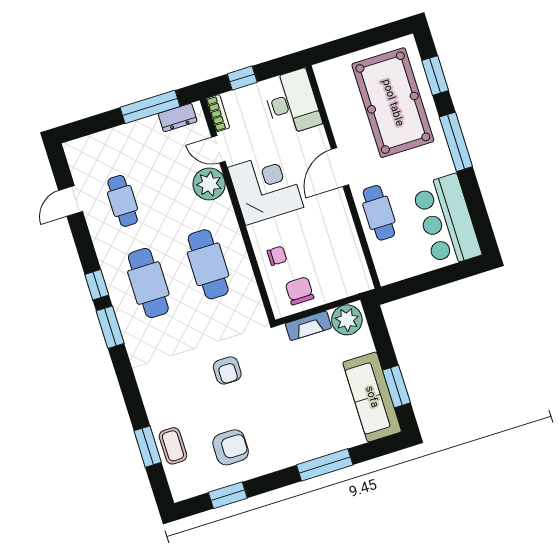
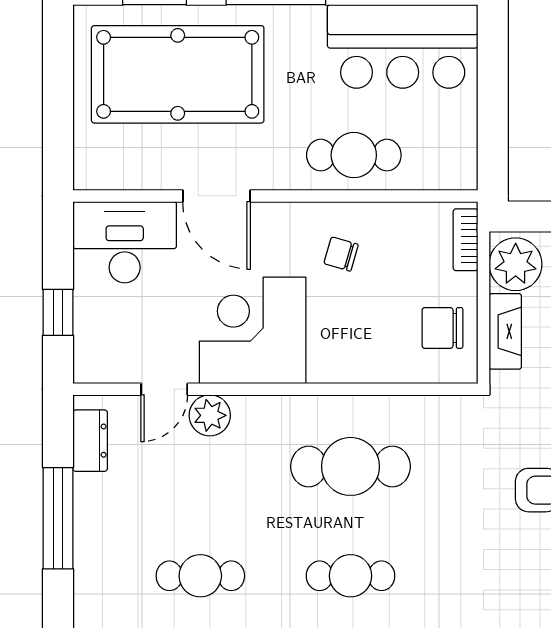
window: (150, 107) -> (58, 518), moved
bookcase: (218, 113) -> (466, 240), moved, turned -90
door: (340, 167) -> (216, 196), moved
plant: (209, 184) -> (210, 415), width x0.73, depth x0.73
chair: (277, 256) -> (341, 254), moved, turned -74
cafe table: (148, 283) -> (351, 576), width x0.73, depth x0.74

